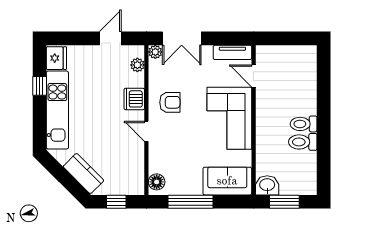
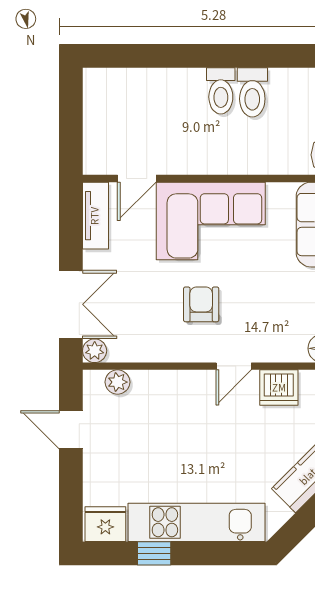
dishwasher: (134, 99) -> (279, 388), moved
armchair: (170, 102) -> (201, 304), moved

